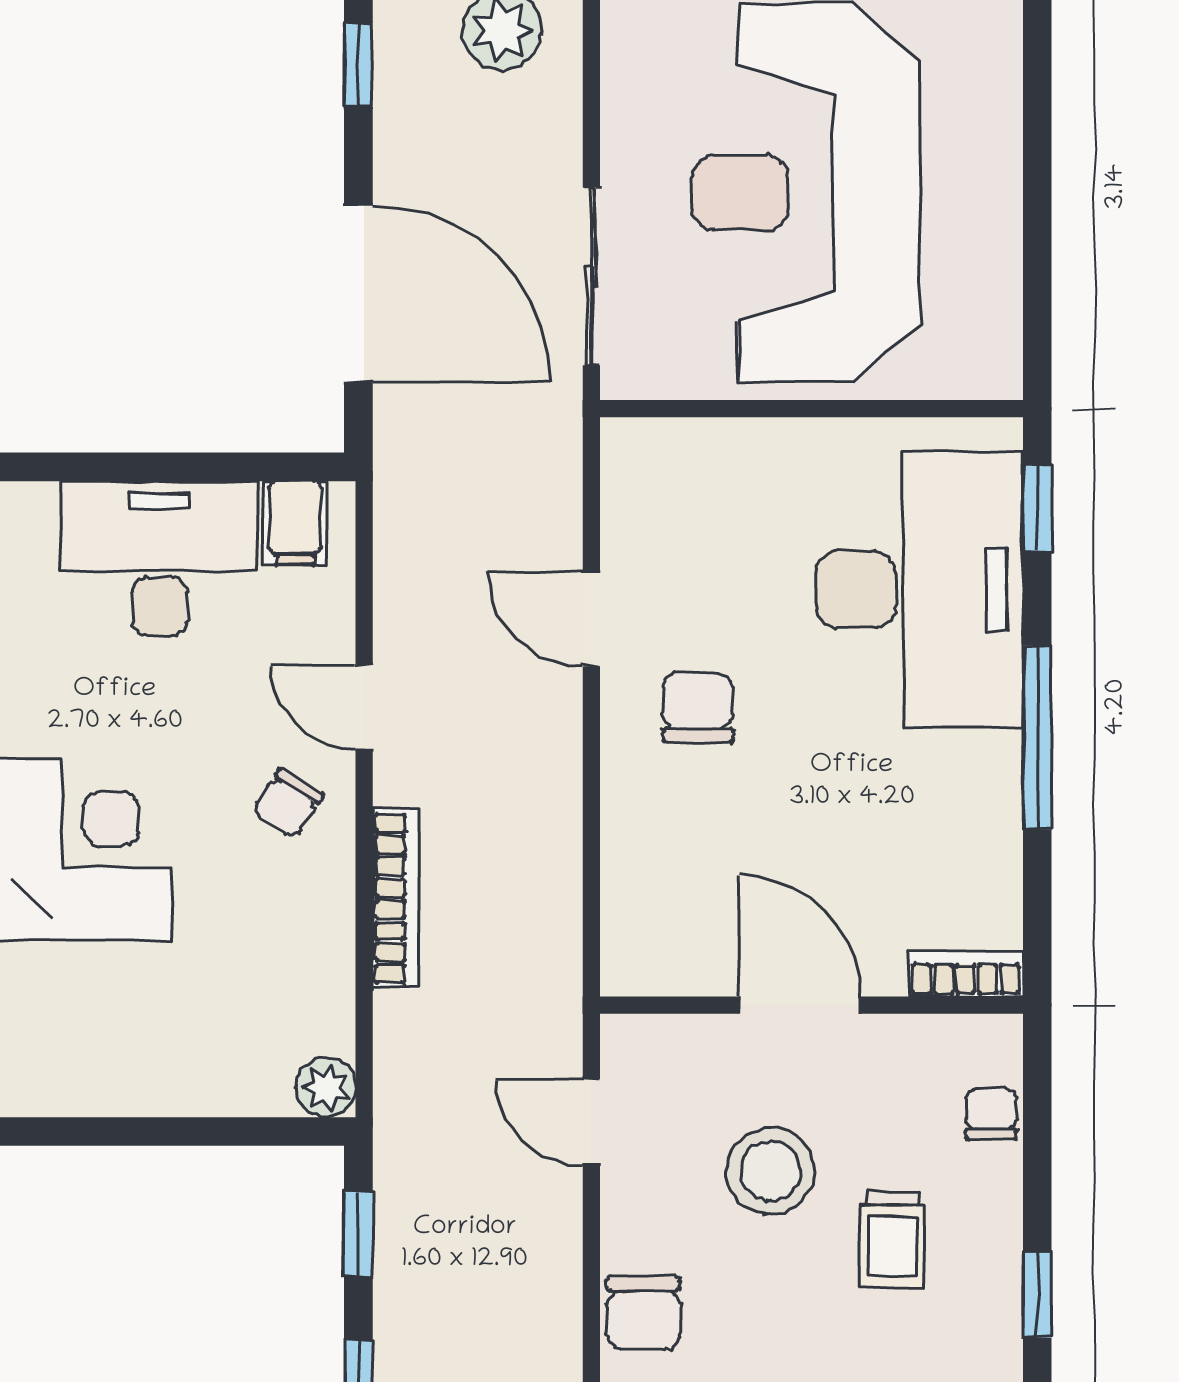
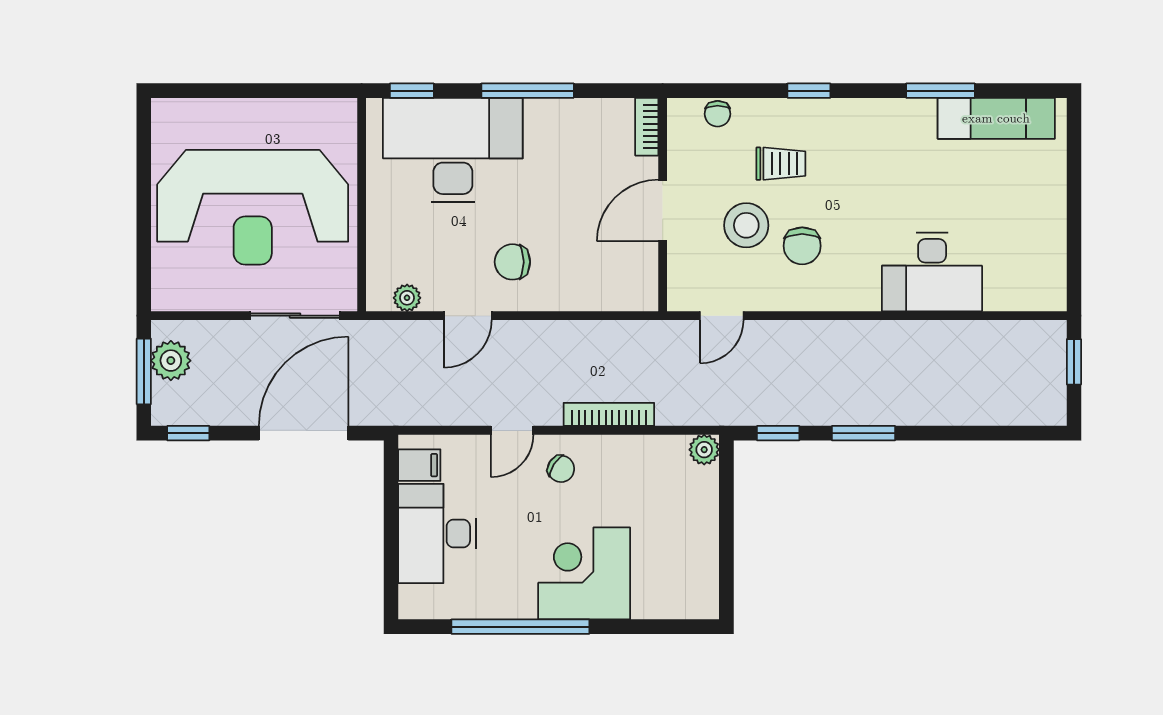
plant: (627, 498) -> (407, 298), added
chair: (991, 1114) -> (718, 114), turned -90
chair: (643, 1313) -> (802, 246), moved, turned 90

